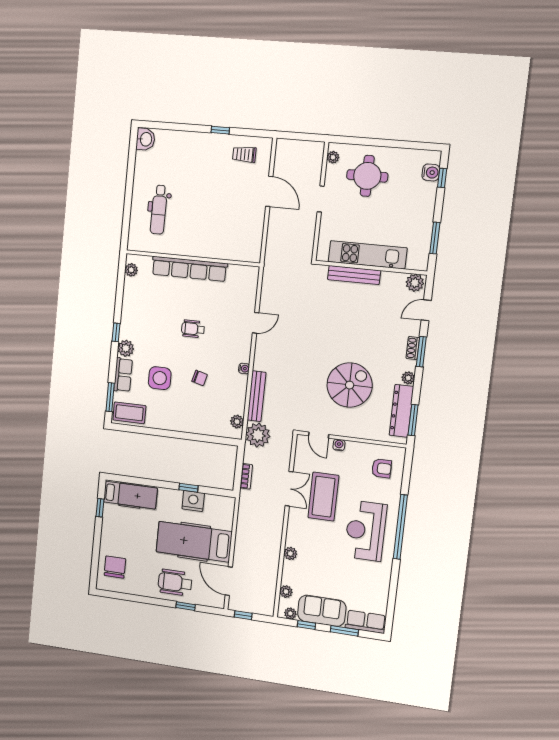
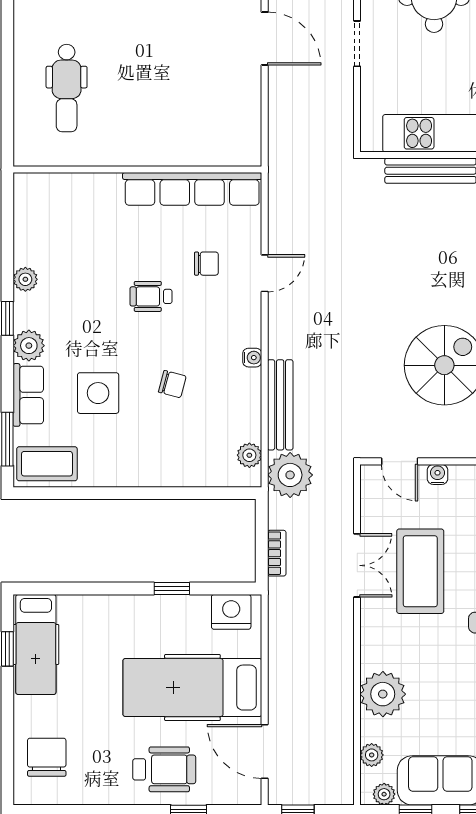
row of seats: (189, 269) -> (192, 189), moved
plant: (131, 270) -> (25, 279), moved
chair: (224, 314) -> (206, 264), added
hospital bed: (130, 495) -> (36, 644), moved, turned 90
nightstand: (193, 501) -> (231, 612), moved
plant: (290, 553) -> (383, 694), width x1.88, depth x1.88
wheelchair: (175, 583) -> (164, 769), turned 180

